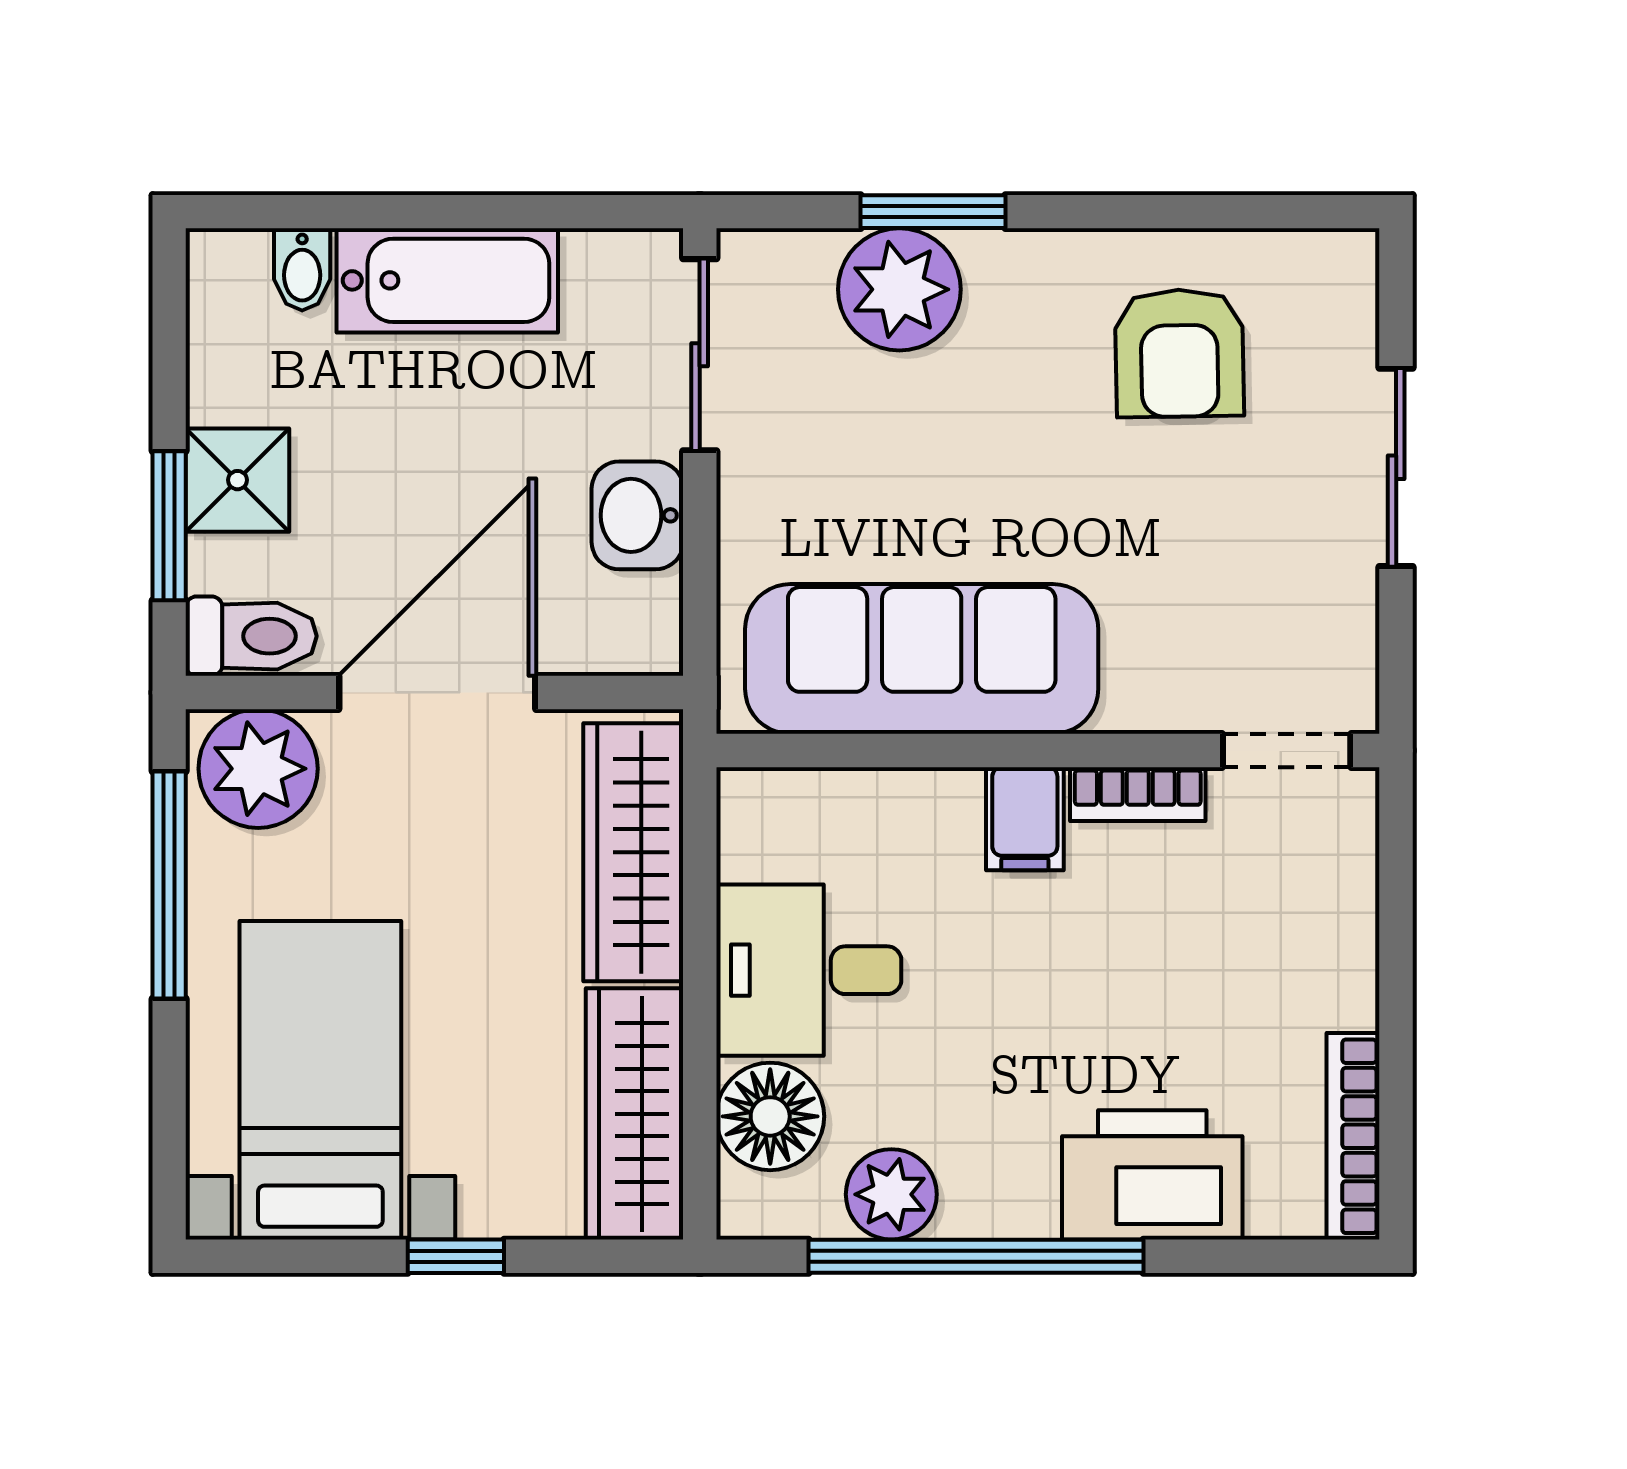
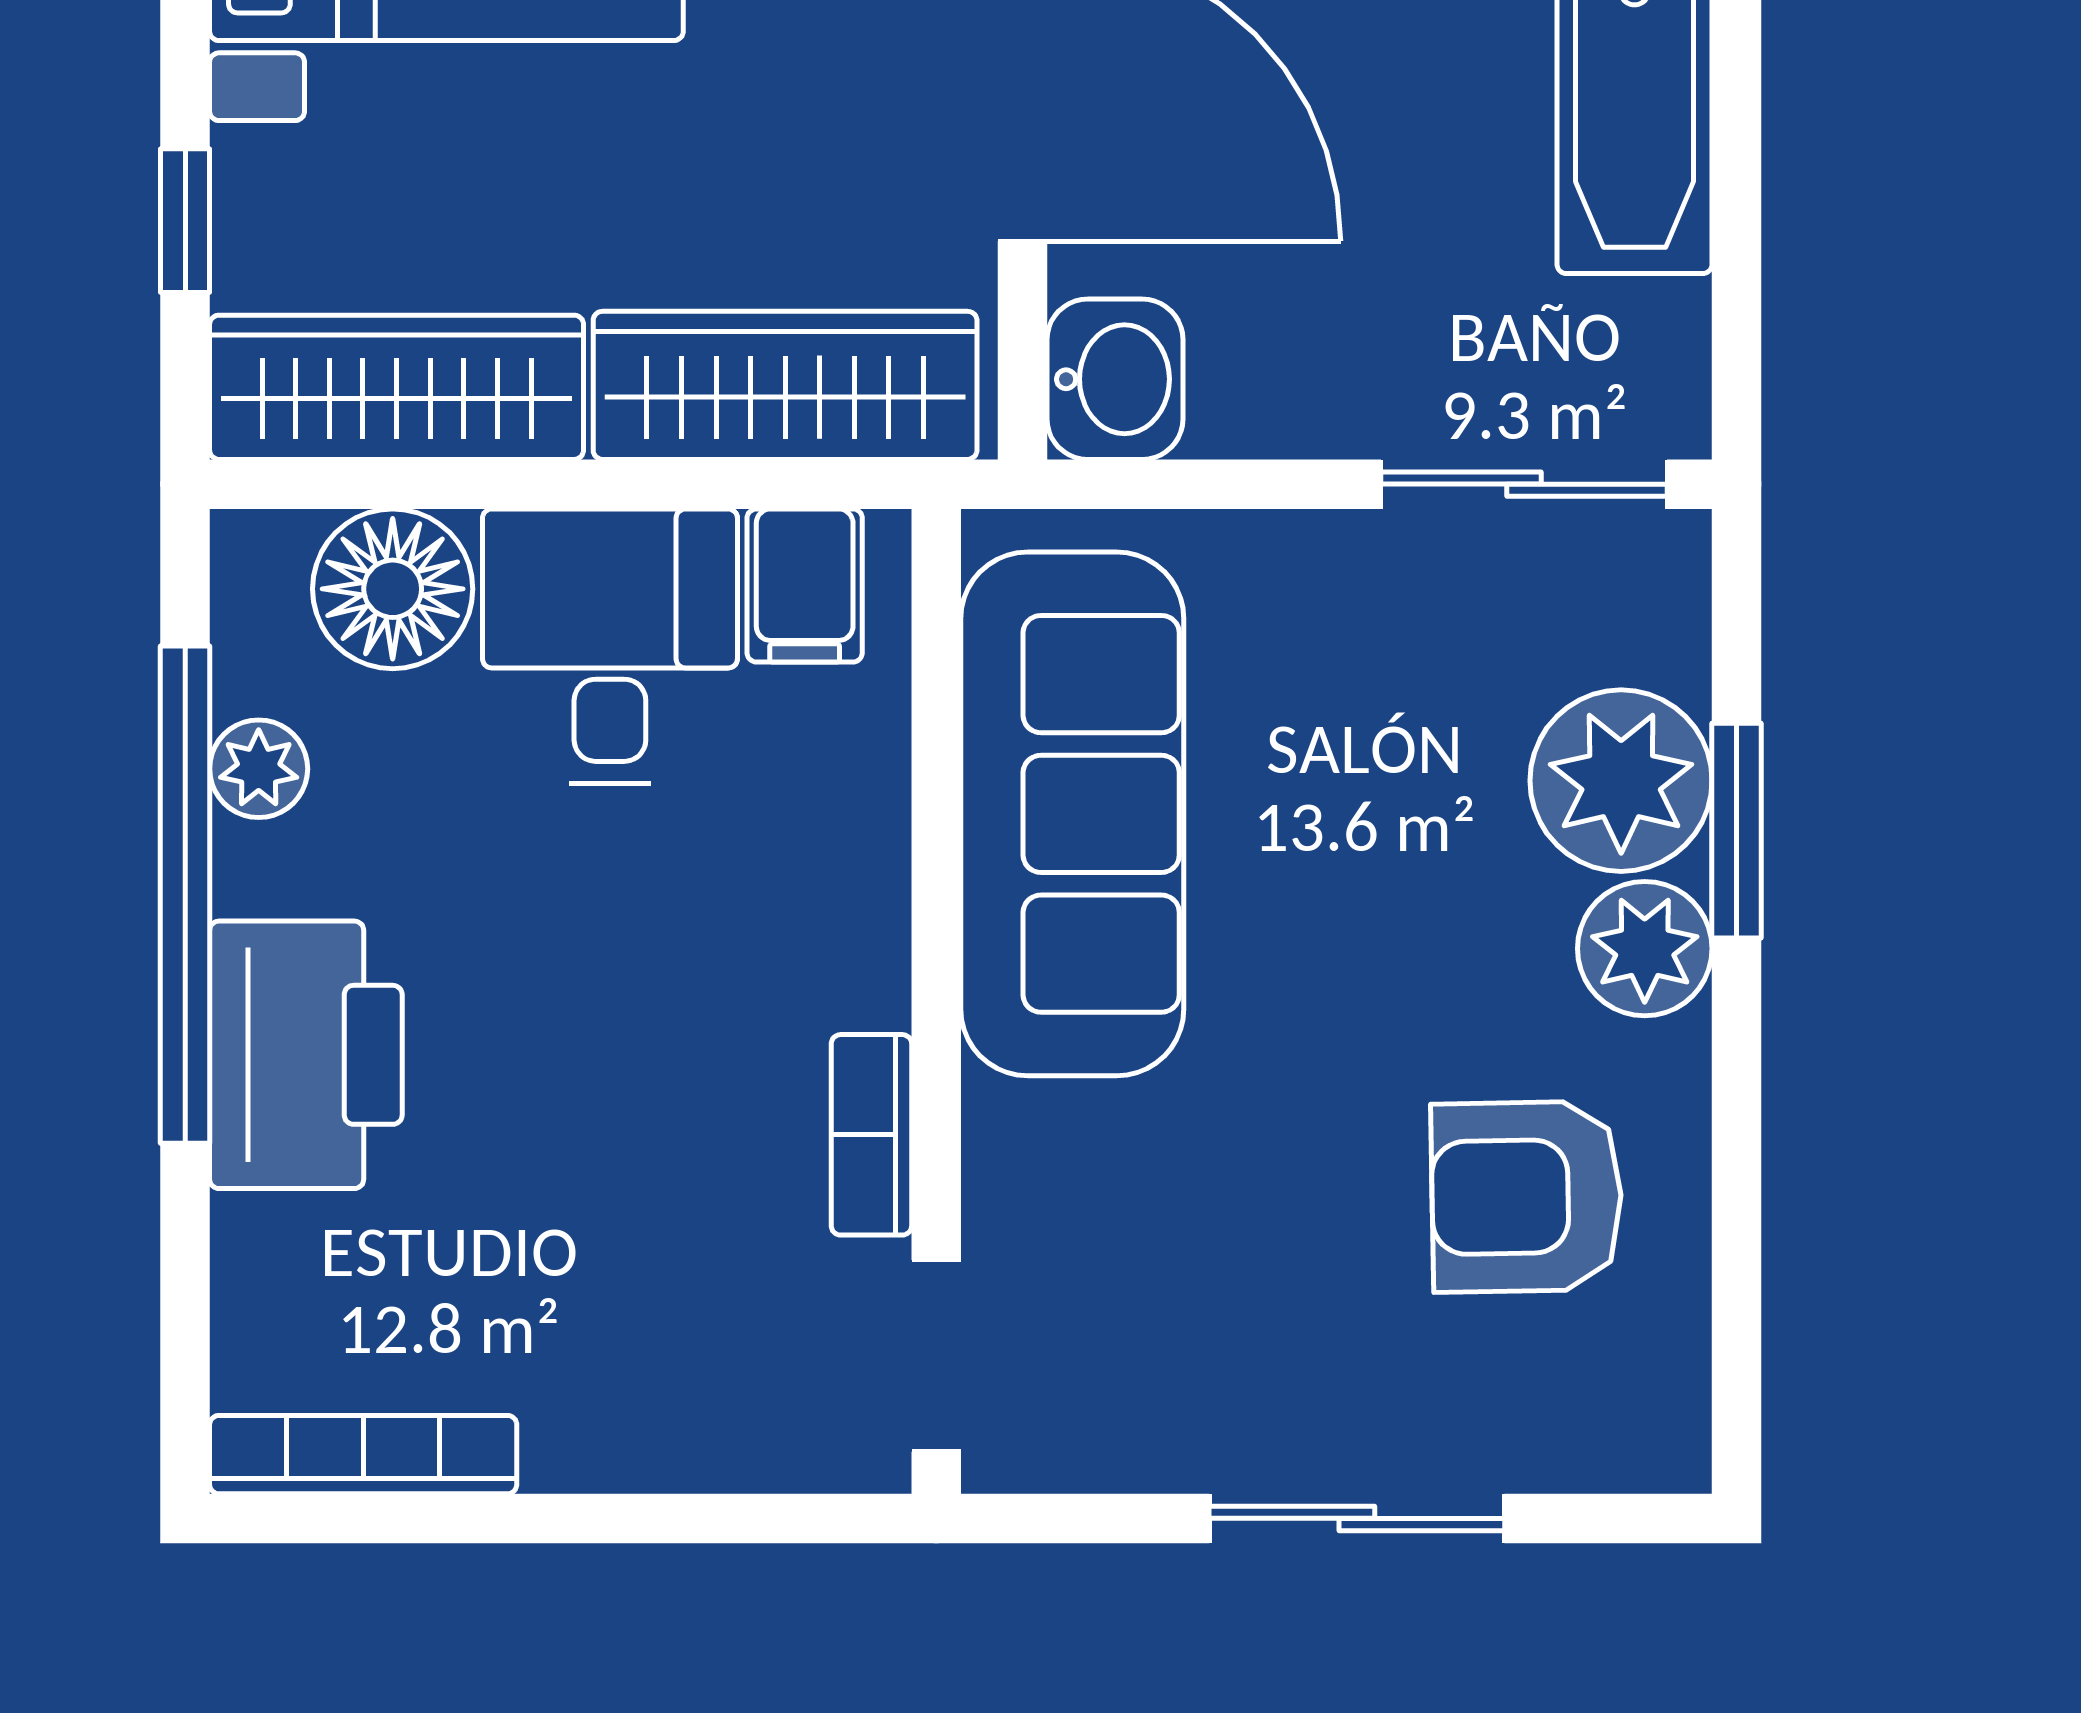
plant: (1012, 274) -> (1645, 949), added
washbasin: (637, 515) -> (1115, 379), moved, turned 90
filing cabinet: (1025, 819) -> (805, 585), moved, turned -90
printer: (1152, 1175) -> (306, 1055), moved
plant: (891, 1194) -> (259, 769), width x0.73, depth x0.73
window: (456, 1256) -> (185, 221), moved

